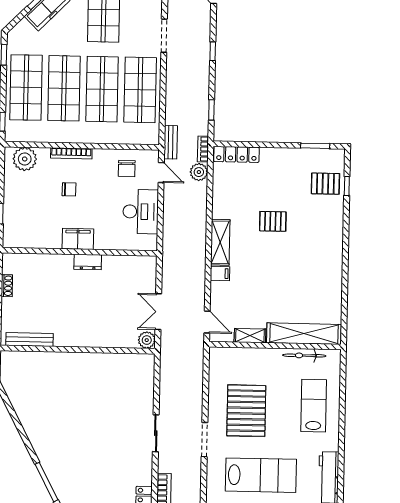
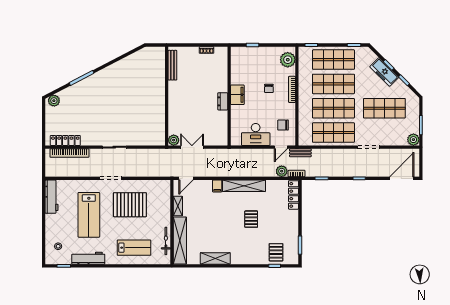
shelving: (220, 242) -> (244, 186), width x1.47
shelving: (333, 279) -> (215, 258), added

